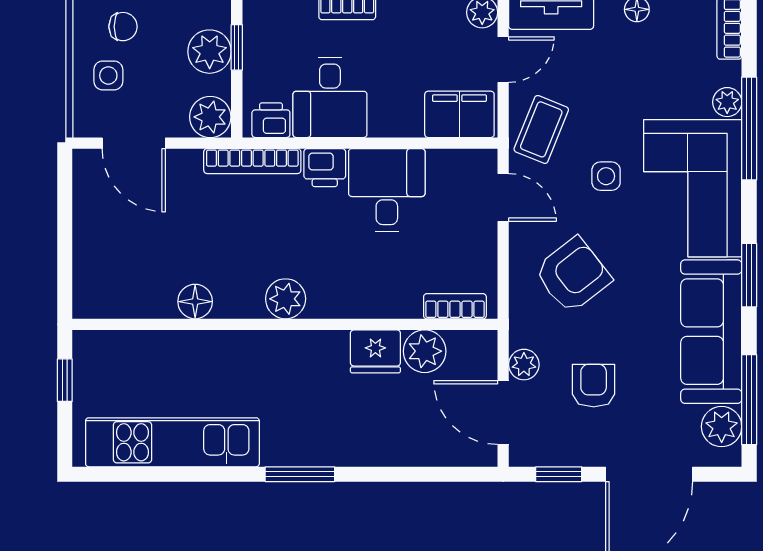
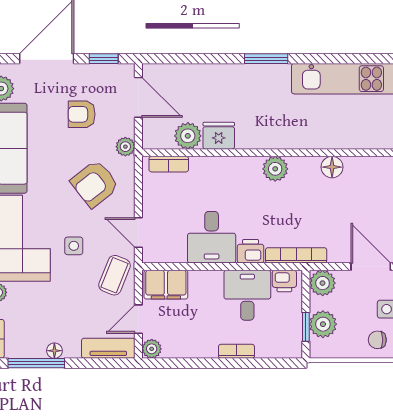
plant: (524, 365) -> (125, 147), moved
armchair: (594, 386) -> (82, 114), turned 90

